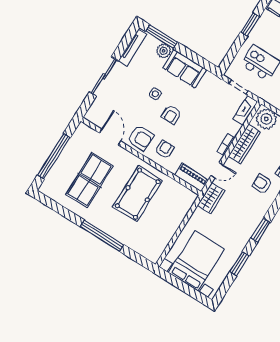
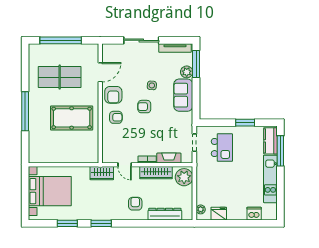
fireplace: (245, 110) -> (169, 158), moved
piano: (192, 178) -> (108, 150), removed

